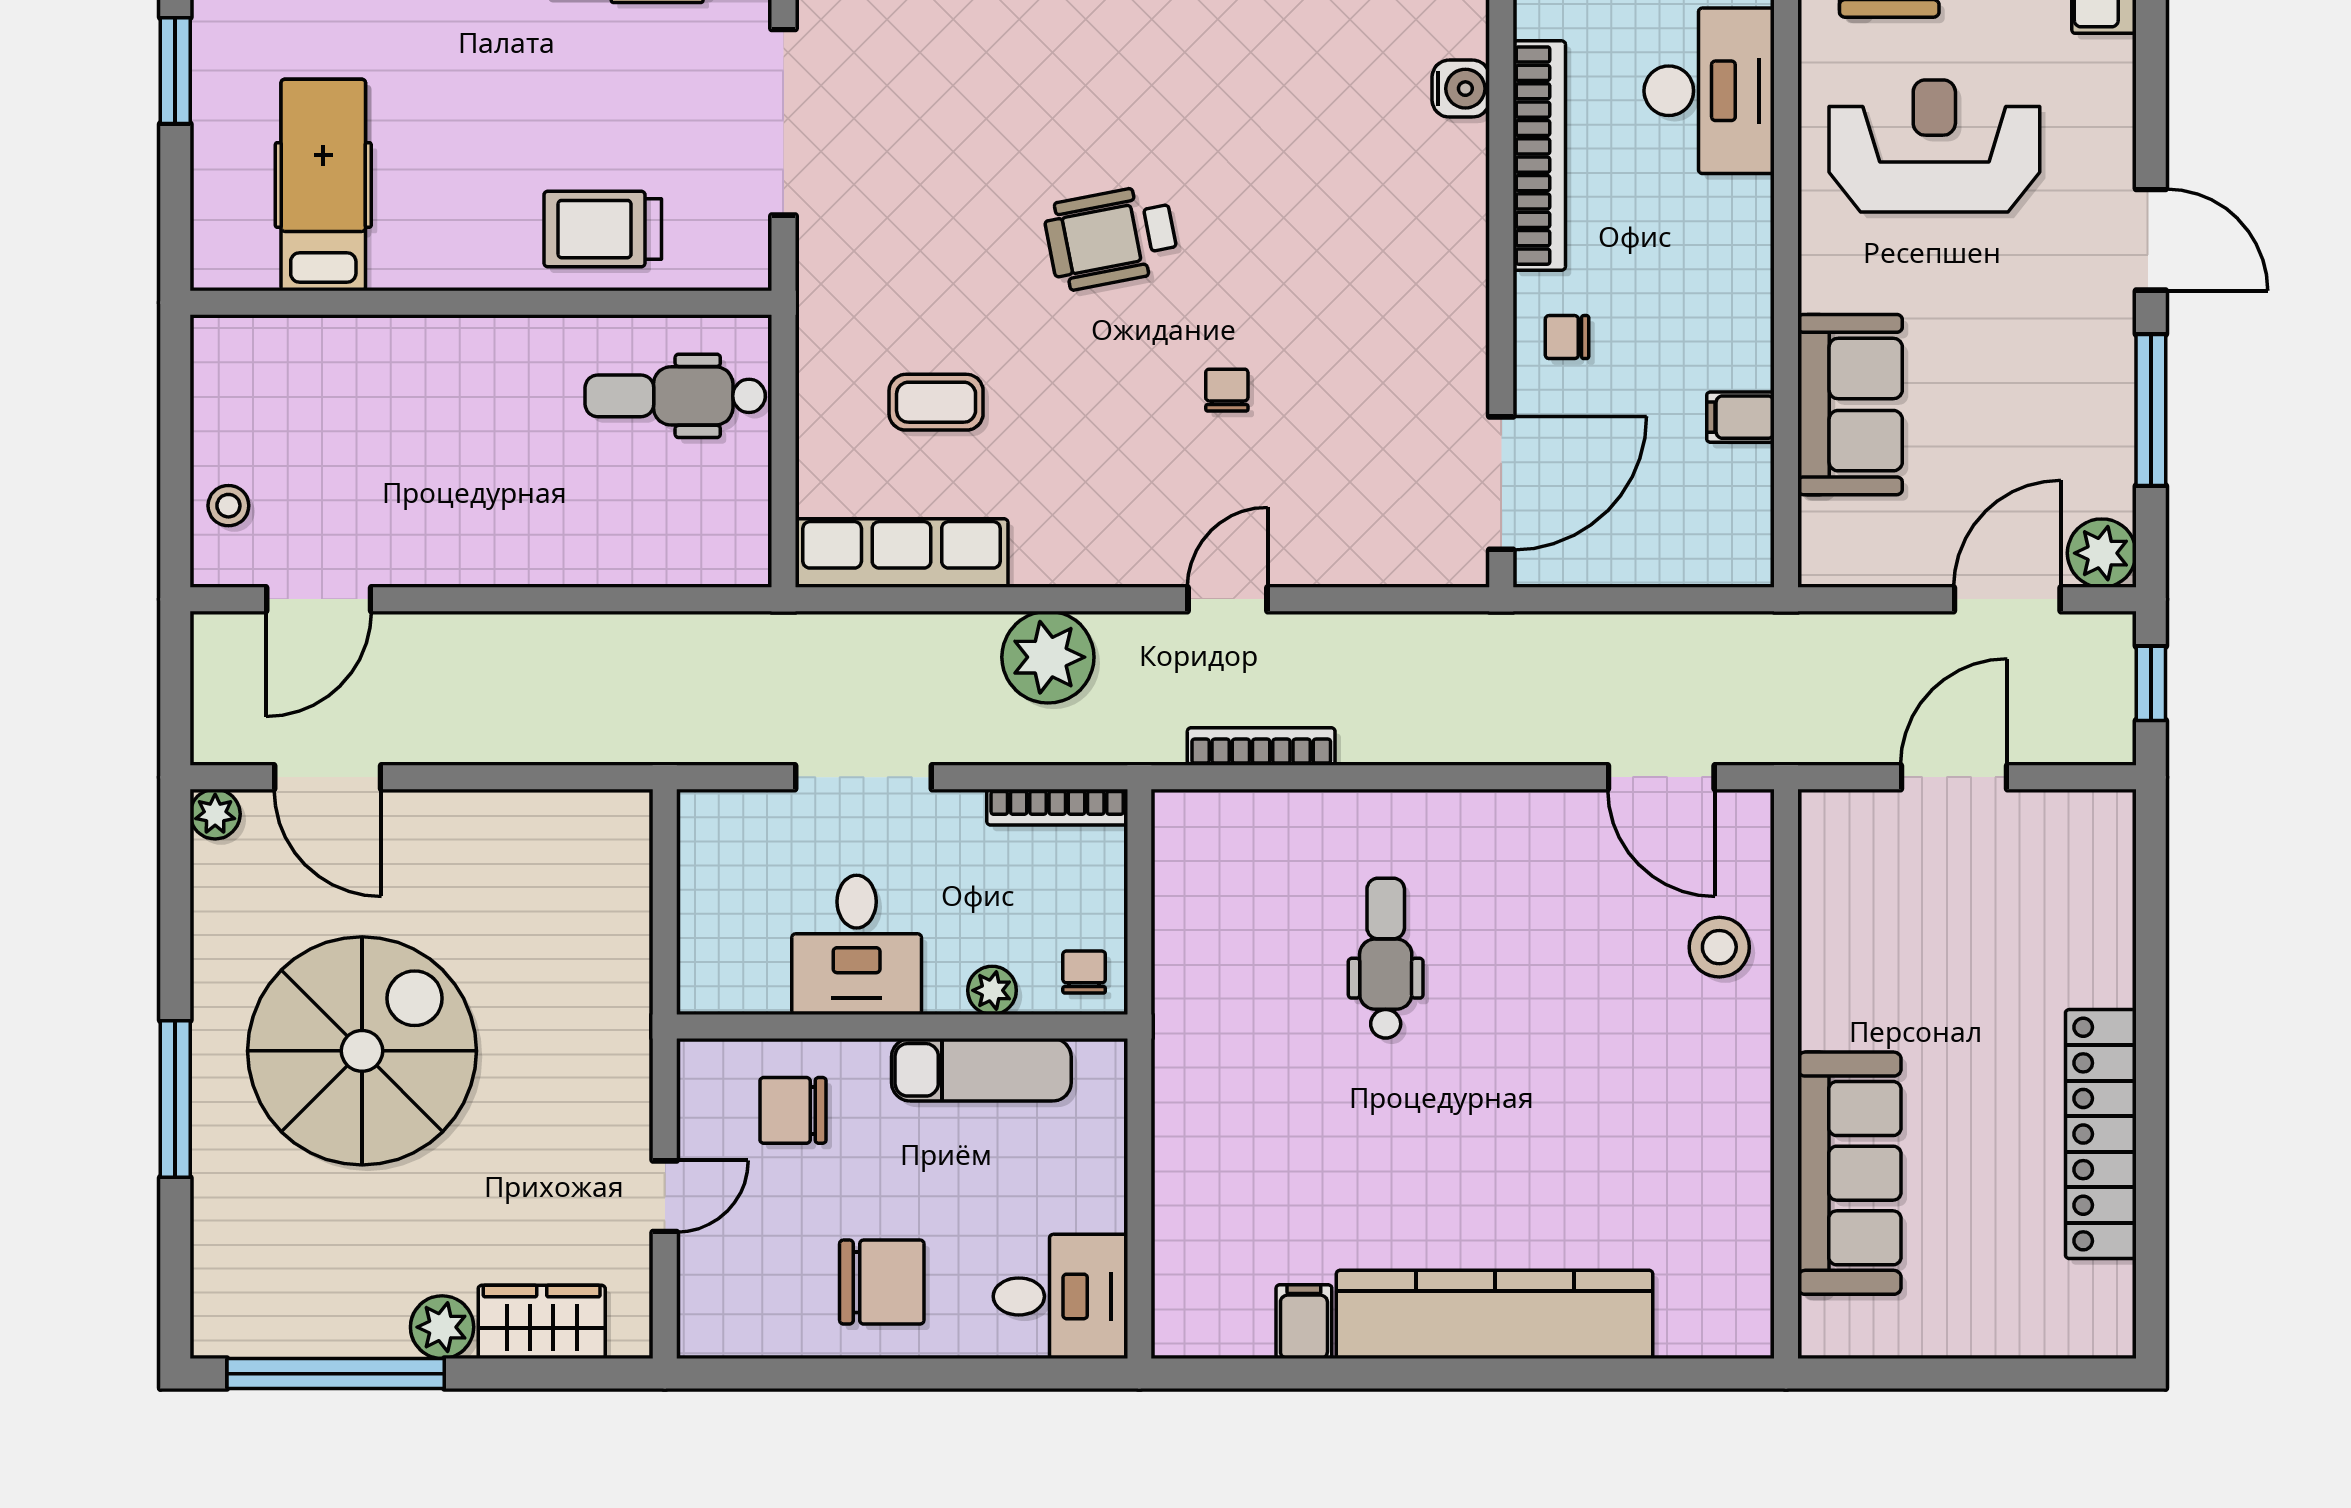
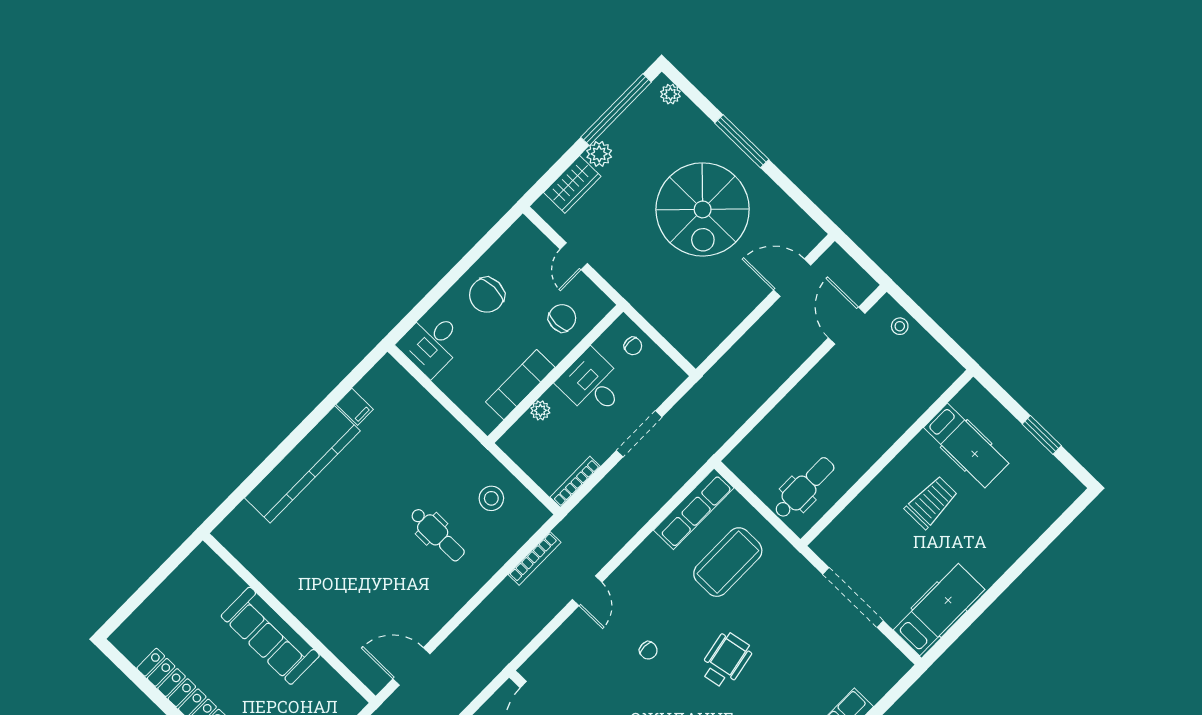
trolley: (603, 229) -> (931, 502), moved
coffee table: (936, 402) -> (728, 562), width x1.86, depth x1.72
plant: (1048, 657) -> (622, 522), removed
plant: (215, 814) -> (670, 94), moved
stool: (1719, 947) -> (491, 498), moved
chair: (1084, 972) -> (633, 346), moved
sofa: (1849, 1173) -> (270, 636), moved

